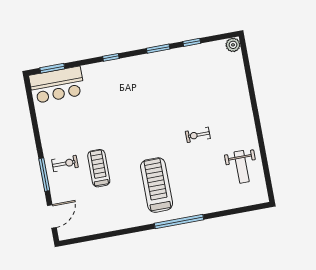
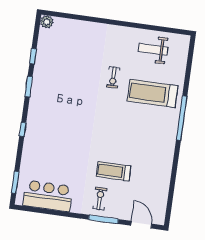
bar counter: (57, 85) -> (48, 196), moved, turned -90
weight bench: (242, 167) -> (153, 49), turned 180
treadmill: (157, 185) -> (152, 93), moved

